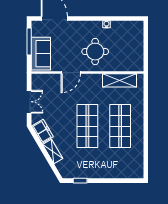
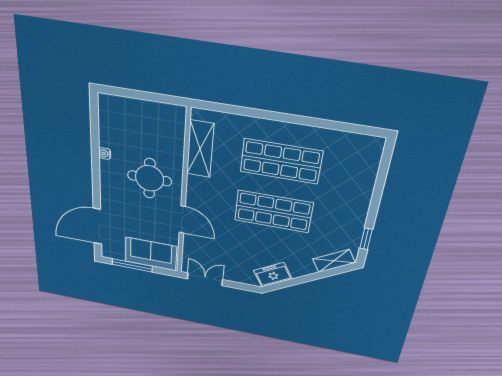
double door: (29, 102) -> (205, 279), moved
shelving: (53, 151) -> (334, 261), moved

